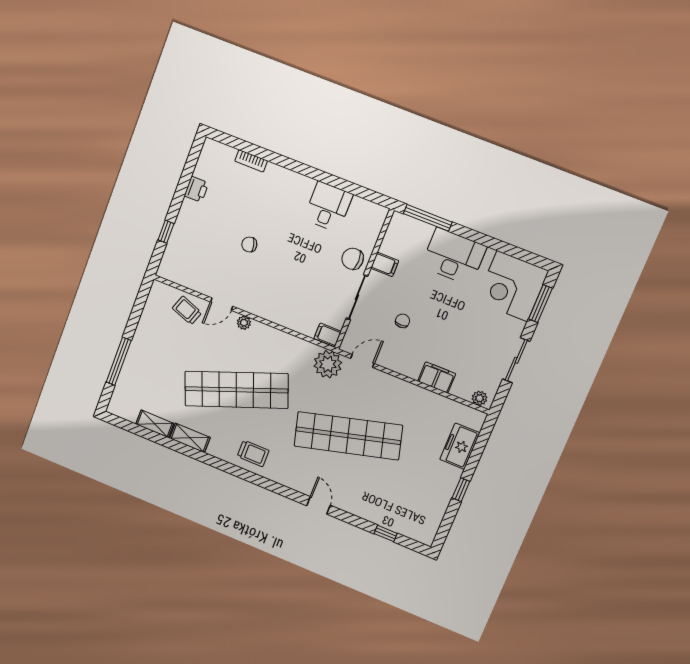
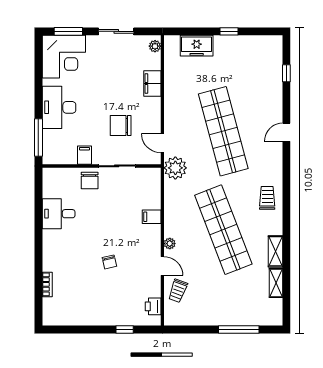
printer: (196, 189) -> (153, 306), moved, turned -90
chair: (402, 321) -> (121, 126), width x1.87, depth x1.87
filing cabinet: (328, 335) -> (152, 217), moved, turned 90

